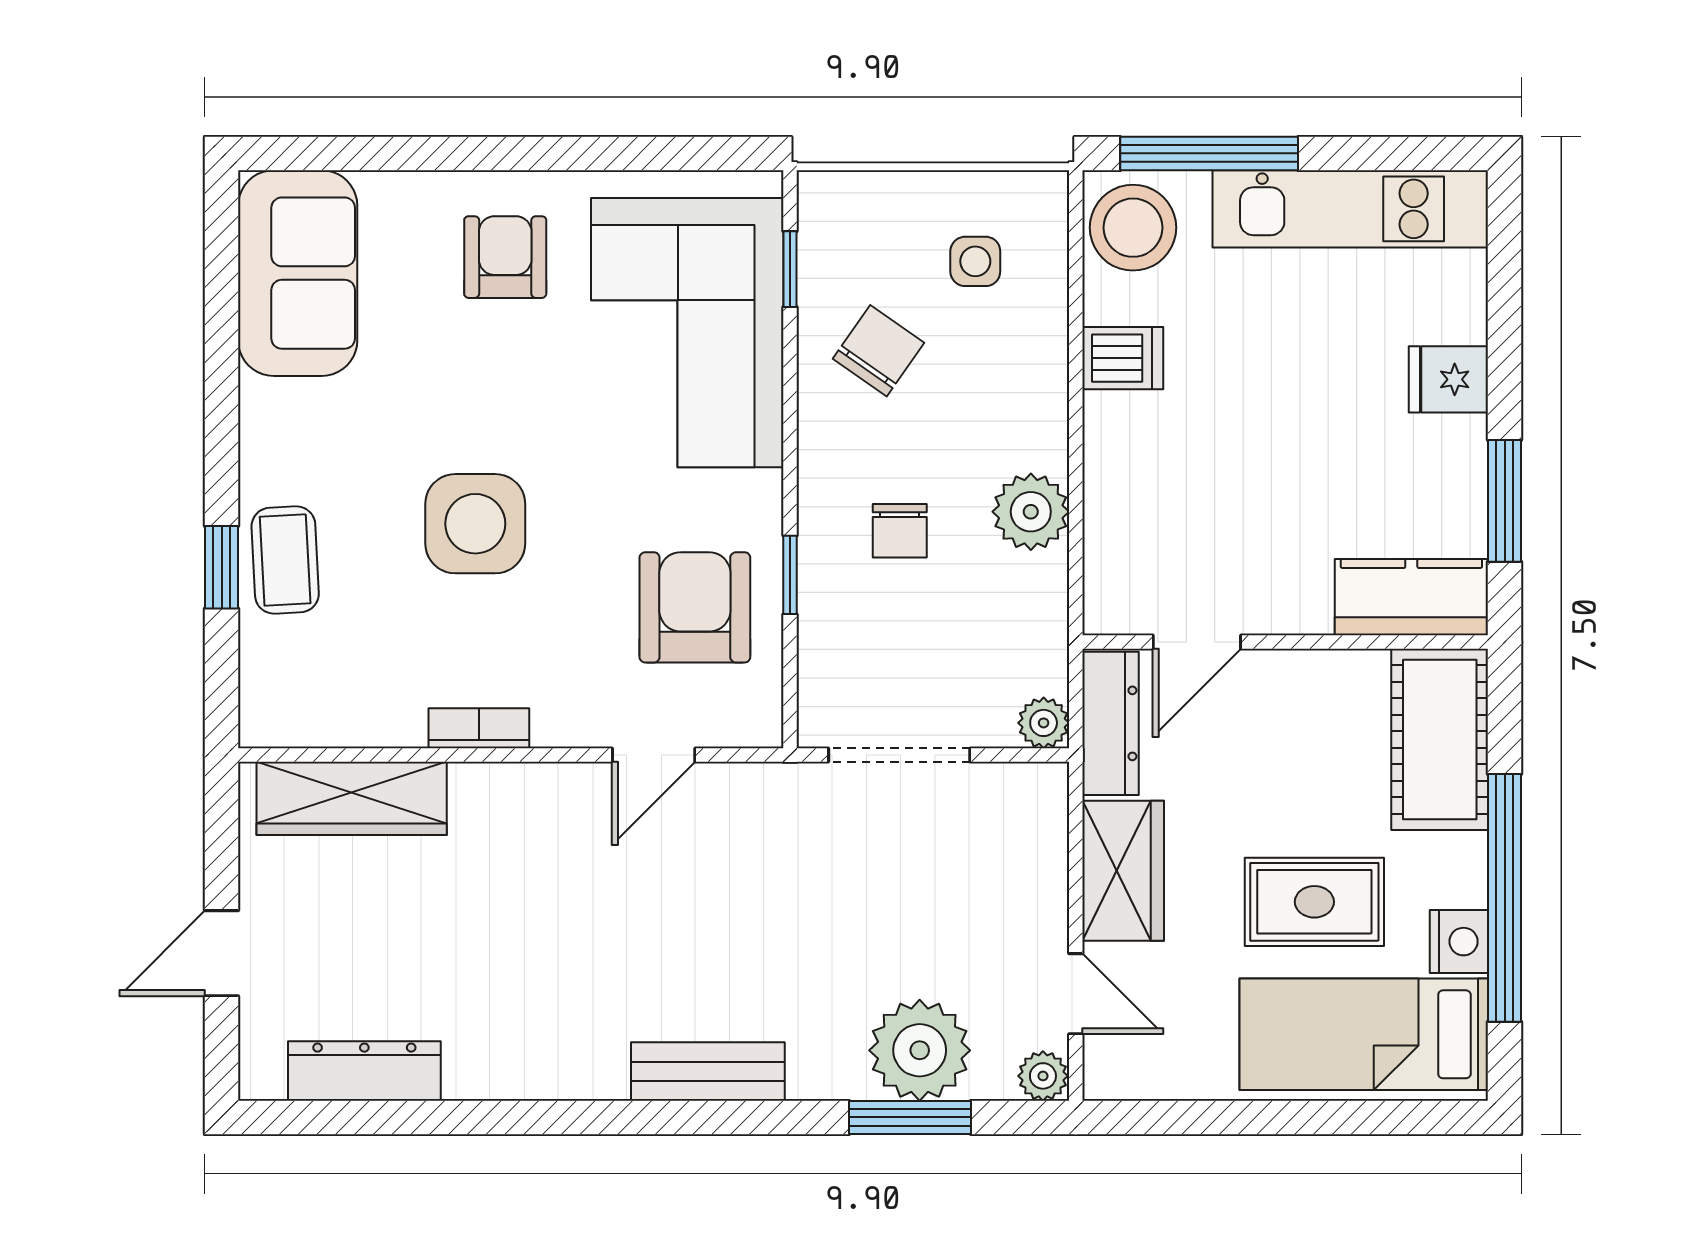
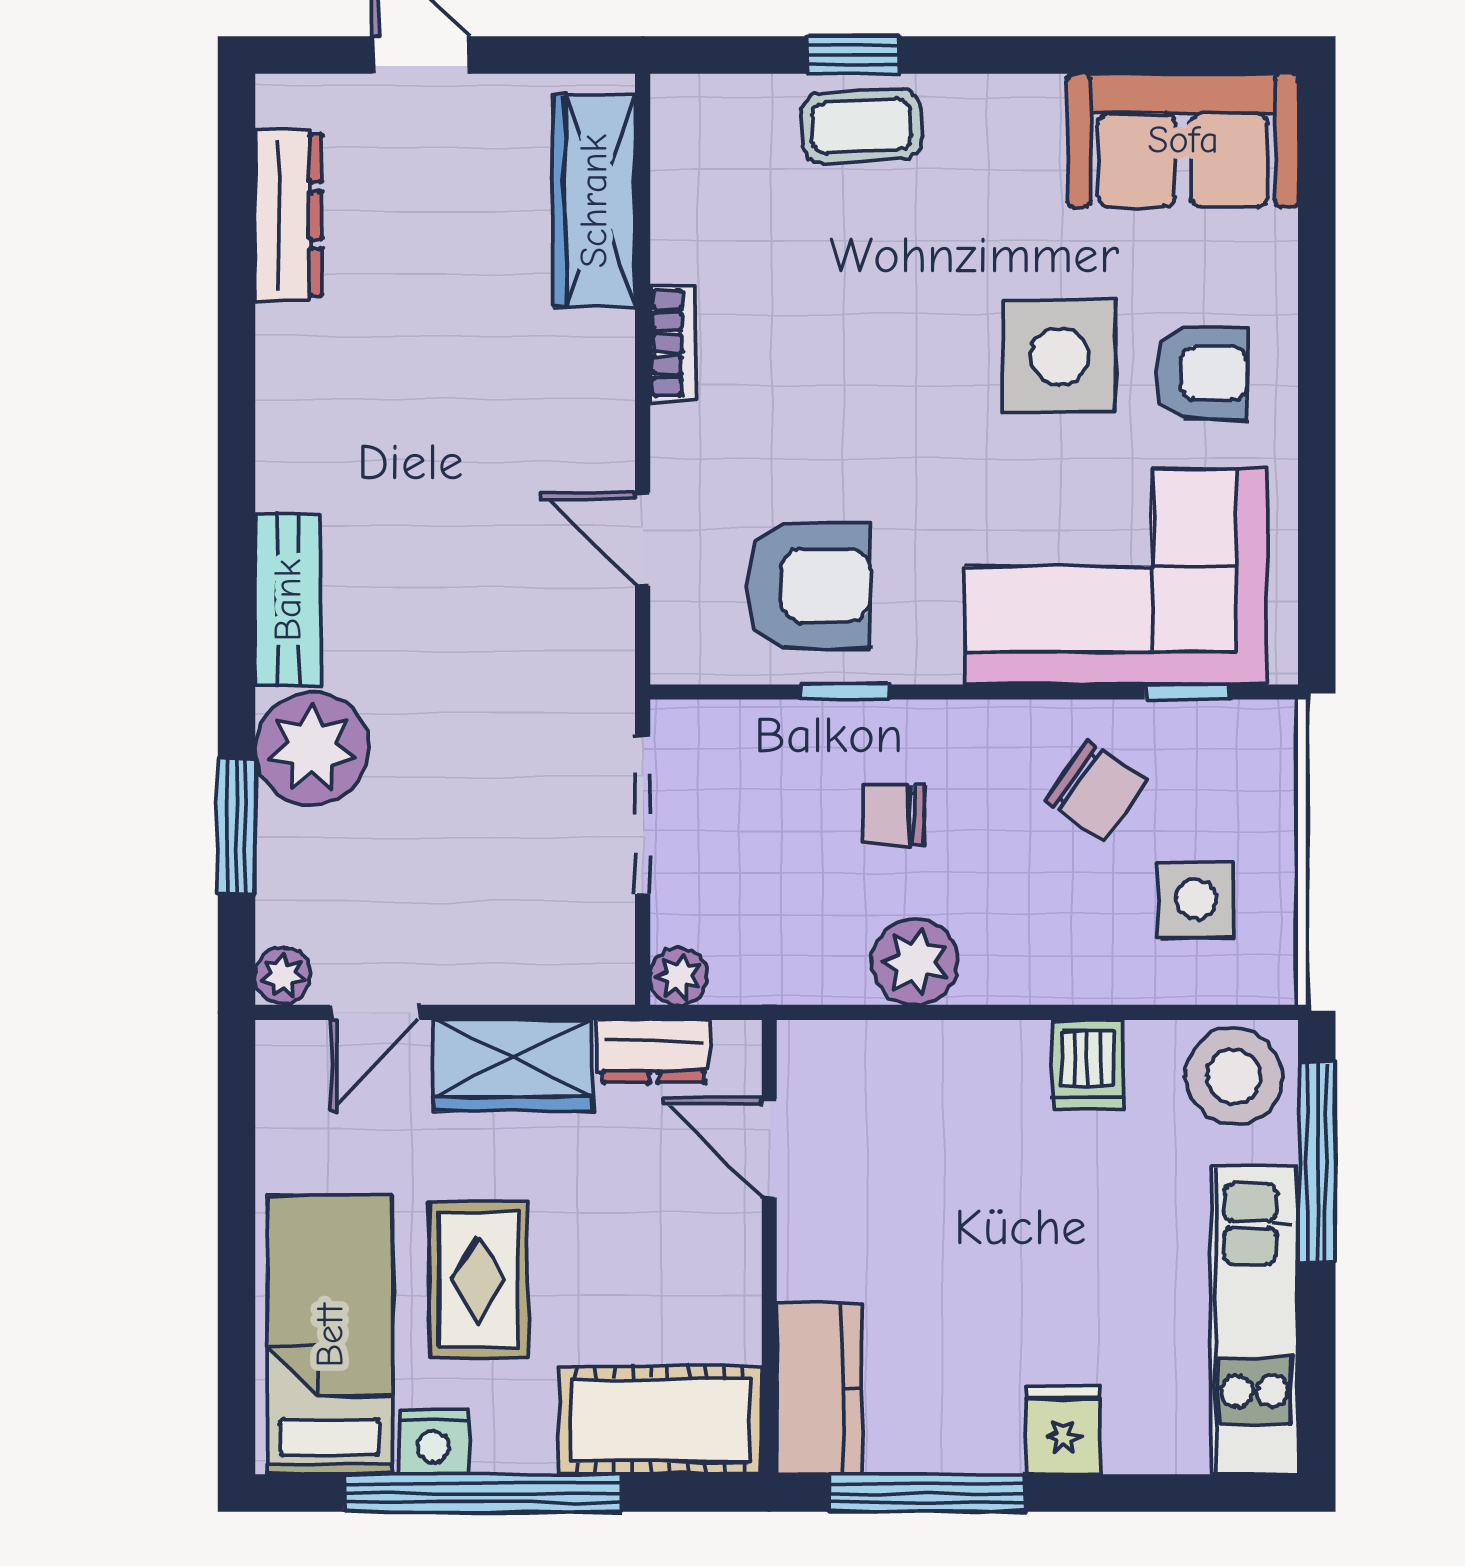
side table: (975, 261) -> (1196, 900), width x1.37, depth x1.37
window: (1505, 501) -> (927, 1493), width x1.44
side table: (475, 524) -> (1059, 356), moved
dresser: (1111, 723) -> (654, 1051), width x0.70
plant: (920, 1050) -> (312, 748), moved

